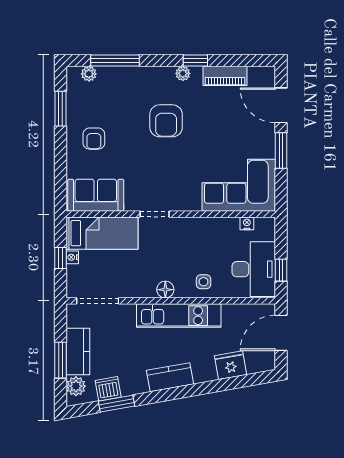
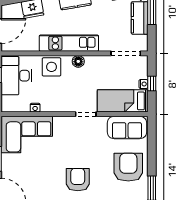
armchair: (94, 139) -> (128, 167), width x1.88, depth x1.88
nightstand: (247, 223) -> (35, 108), moved
side table: (204, 282) -> (51, 67), width x1.87, depth x1.87

